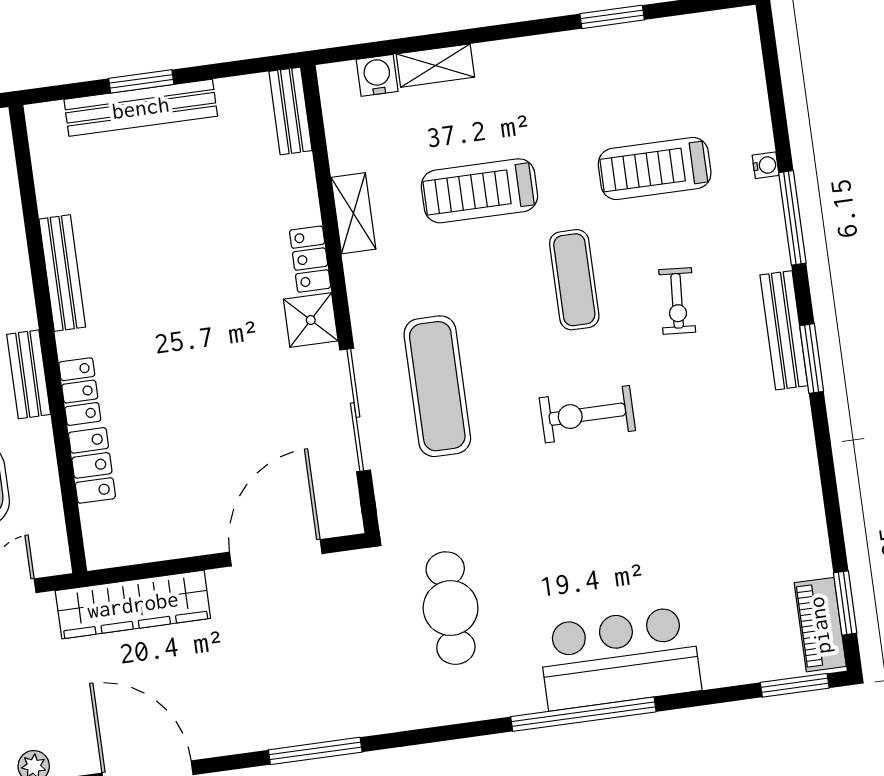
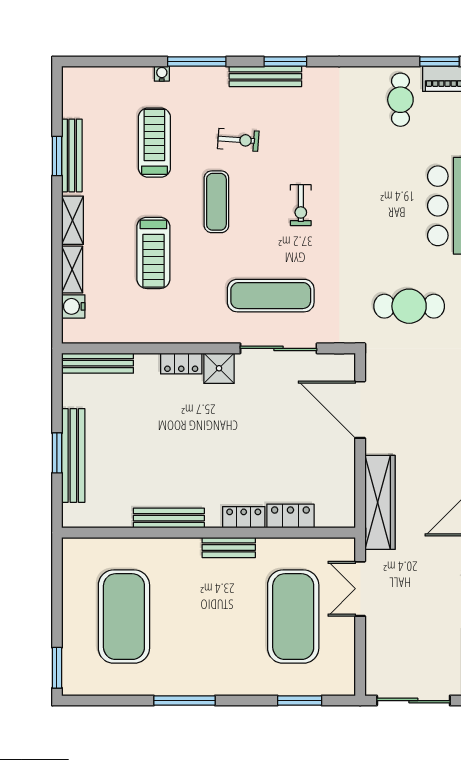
bench: (616, 40) -> (72, 155), added
bench: (290, 111) -> (98, 363), width x1.36
treadmill: (655, 168) -> (154, 143), turned 180
shelving: (353, 213) -> (73, 220), moved, turned 90
exercise mat: (574, 280) -> (216, 202), turned 90
exercise bike: (587, 414) -> (301, 205), width x0.73, depth x0.72
cafe table: (776, 549) -> (400, 100), added

